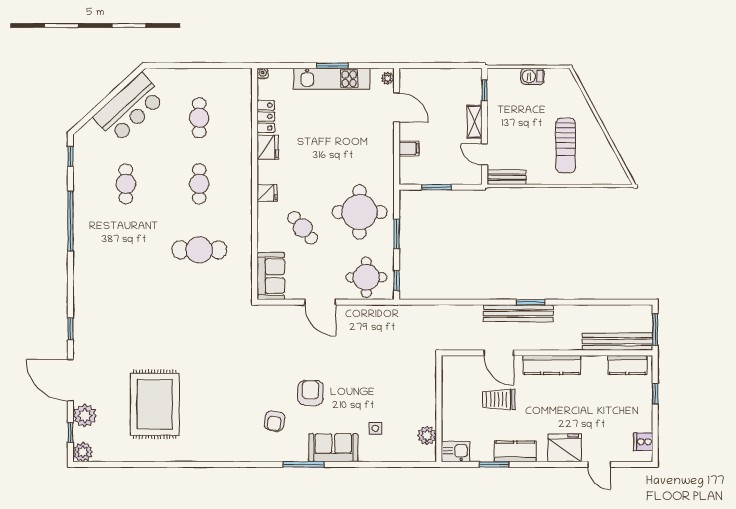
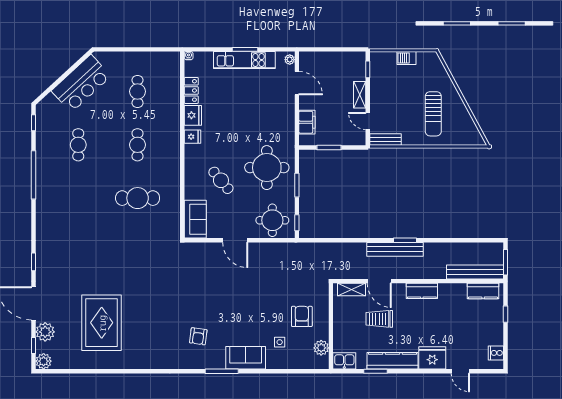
filing cabinet: (409, 148) -> (307, 122), width x2.00
fridge: (267, 193) -> (192, 137), moved
shelving: (464, 363) -> (352, 290), added
kitchen counter: (552, 365) -> (422, 291), width x0.67
armchair: (310, 393) -> (302, 316), moved
kitchen counter: (515, 451) -> (392, 361), width x1.50

